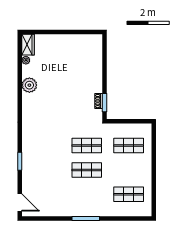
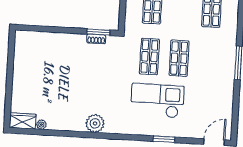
plant: (29, 85) -> (95, 123), moved
checkout: (51, 154) -> (157, 101), added

